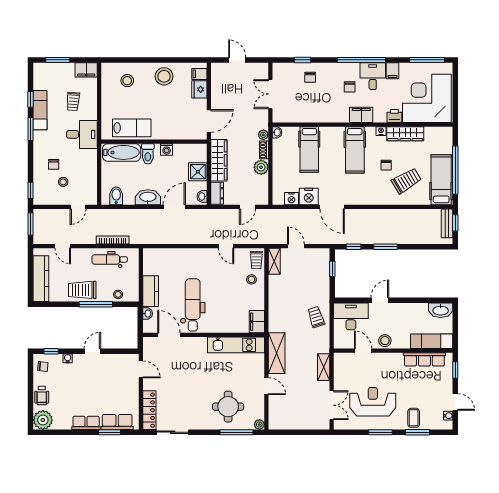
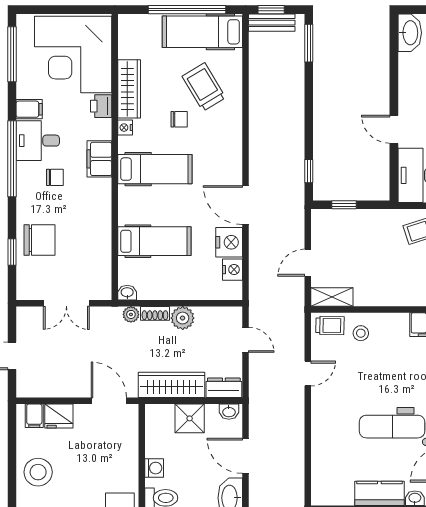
chair: (310, 77) -> (40, 240), width x1.87, depth x1.87
door: (332, 207) -> (245, 205), swing flipped
window: (385, 247) -> (309, 43), moved

